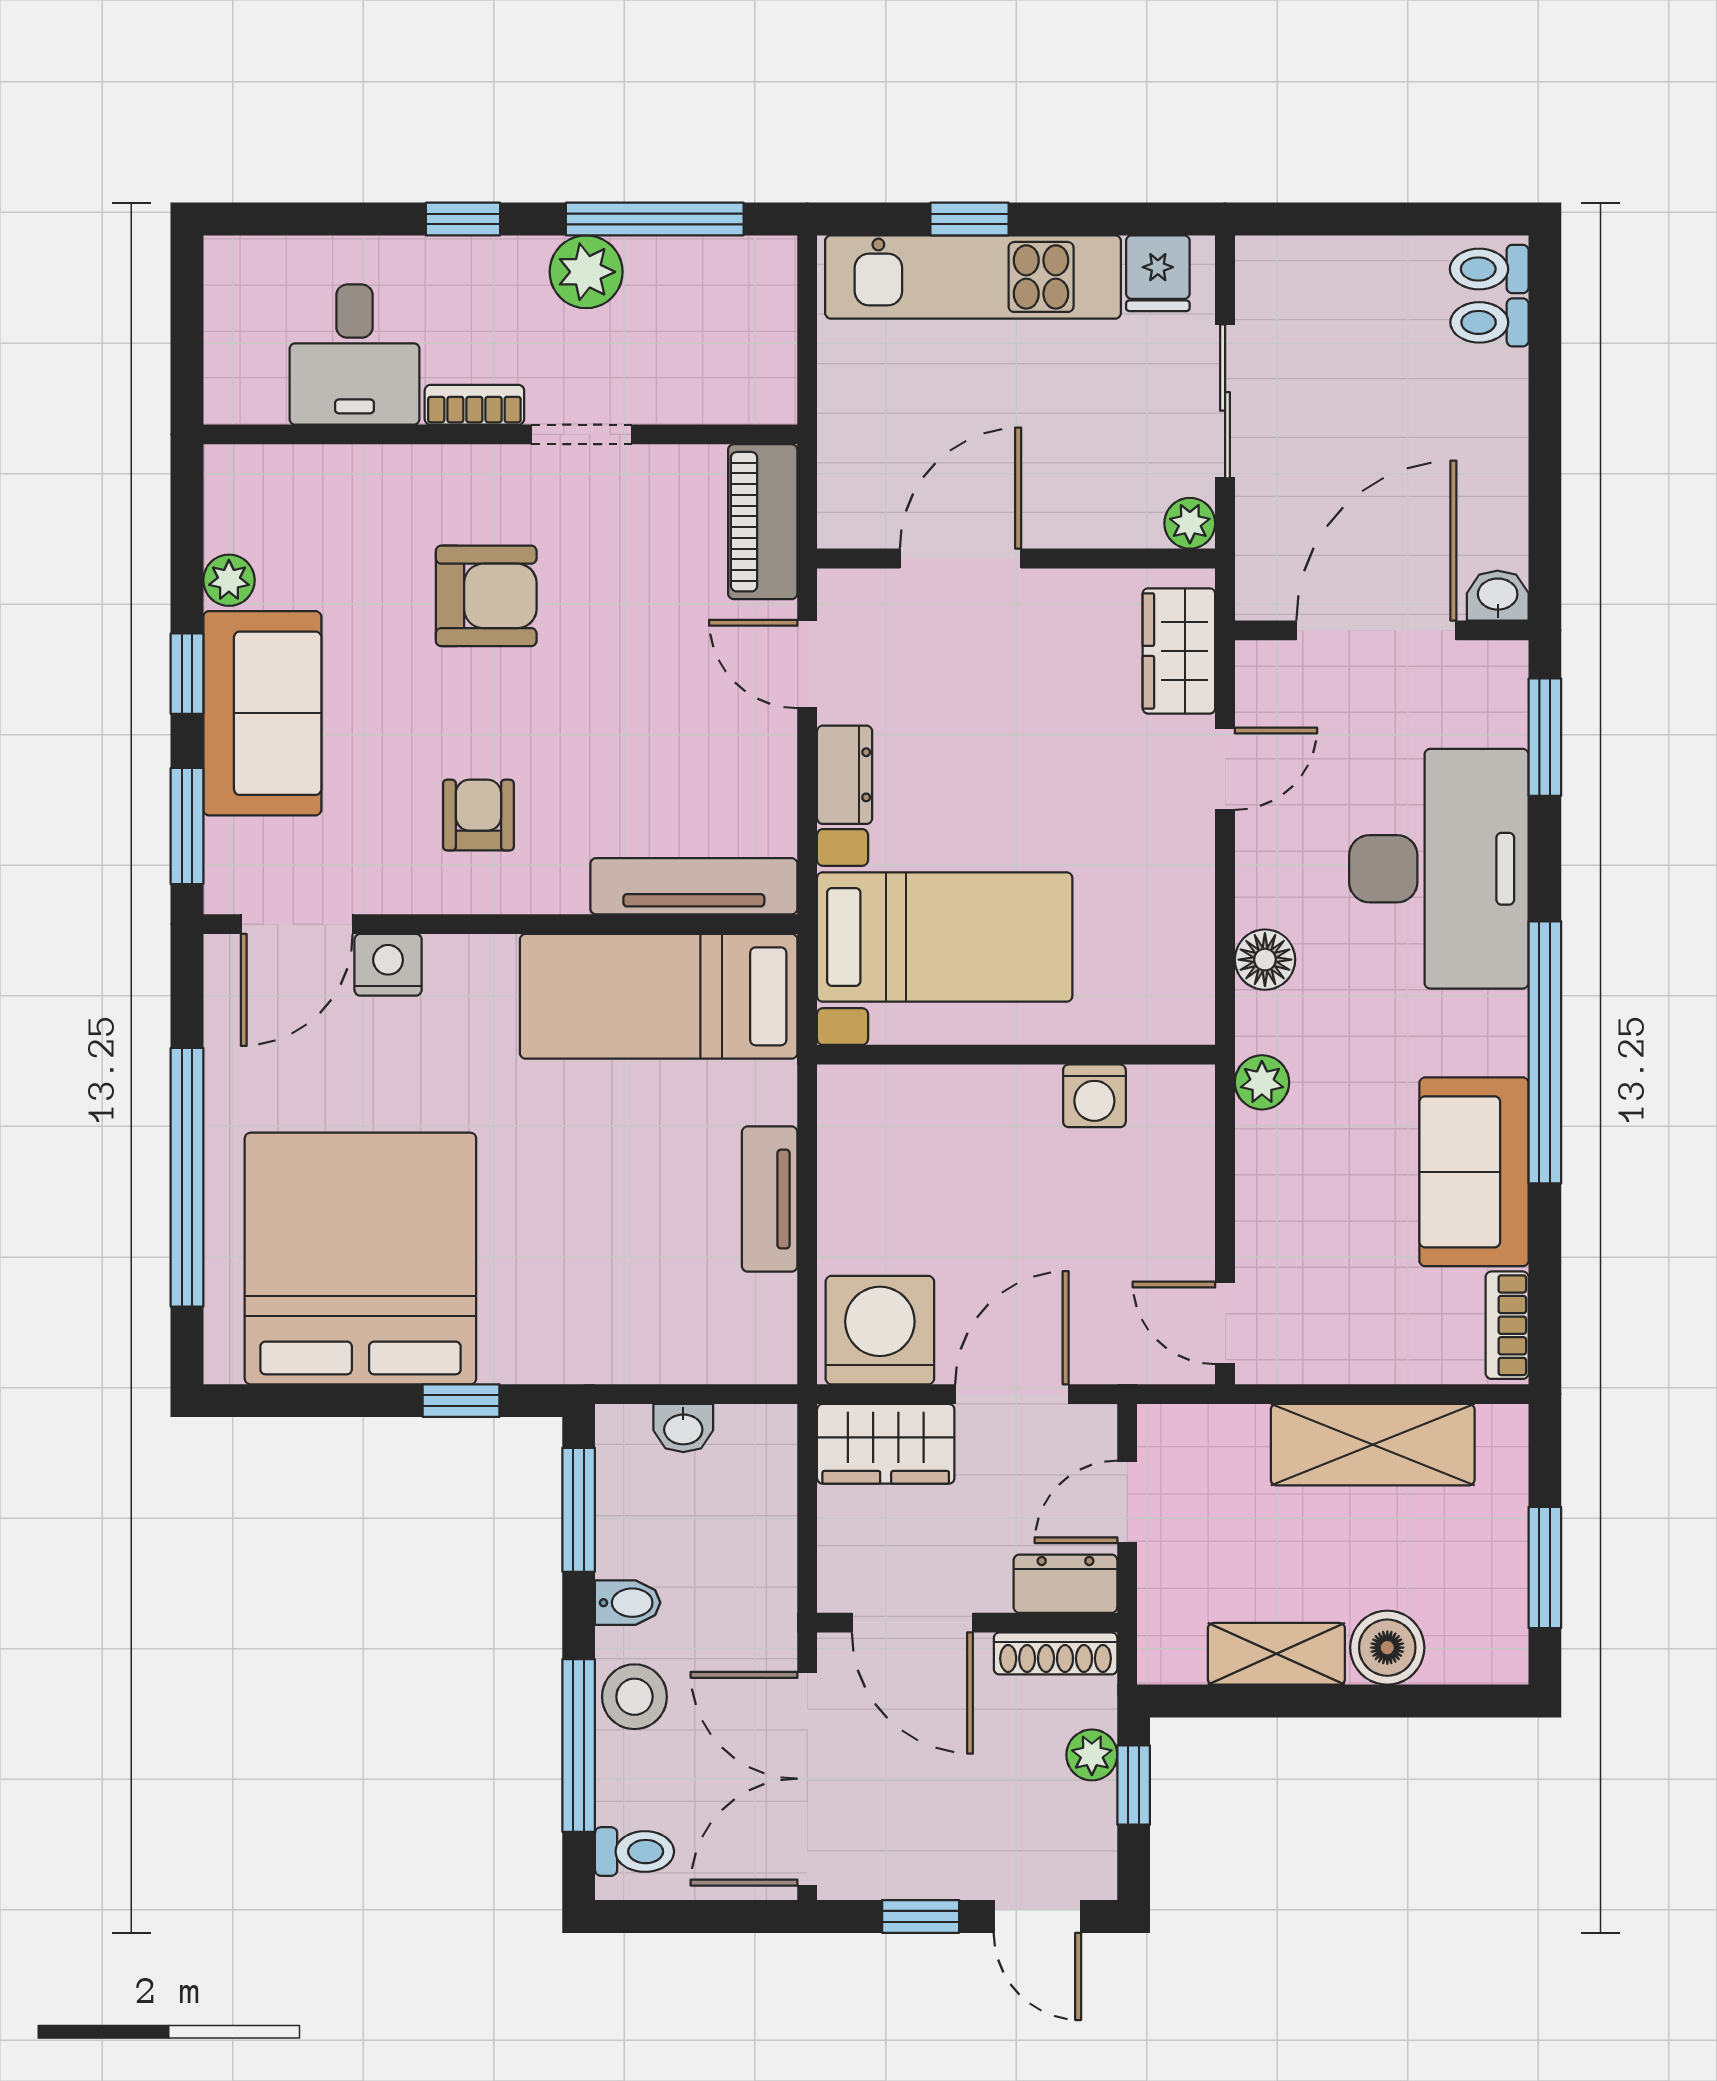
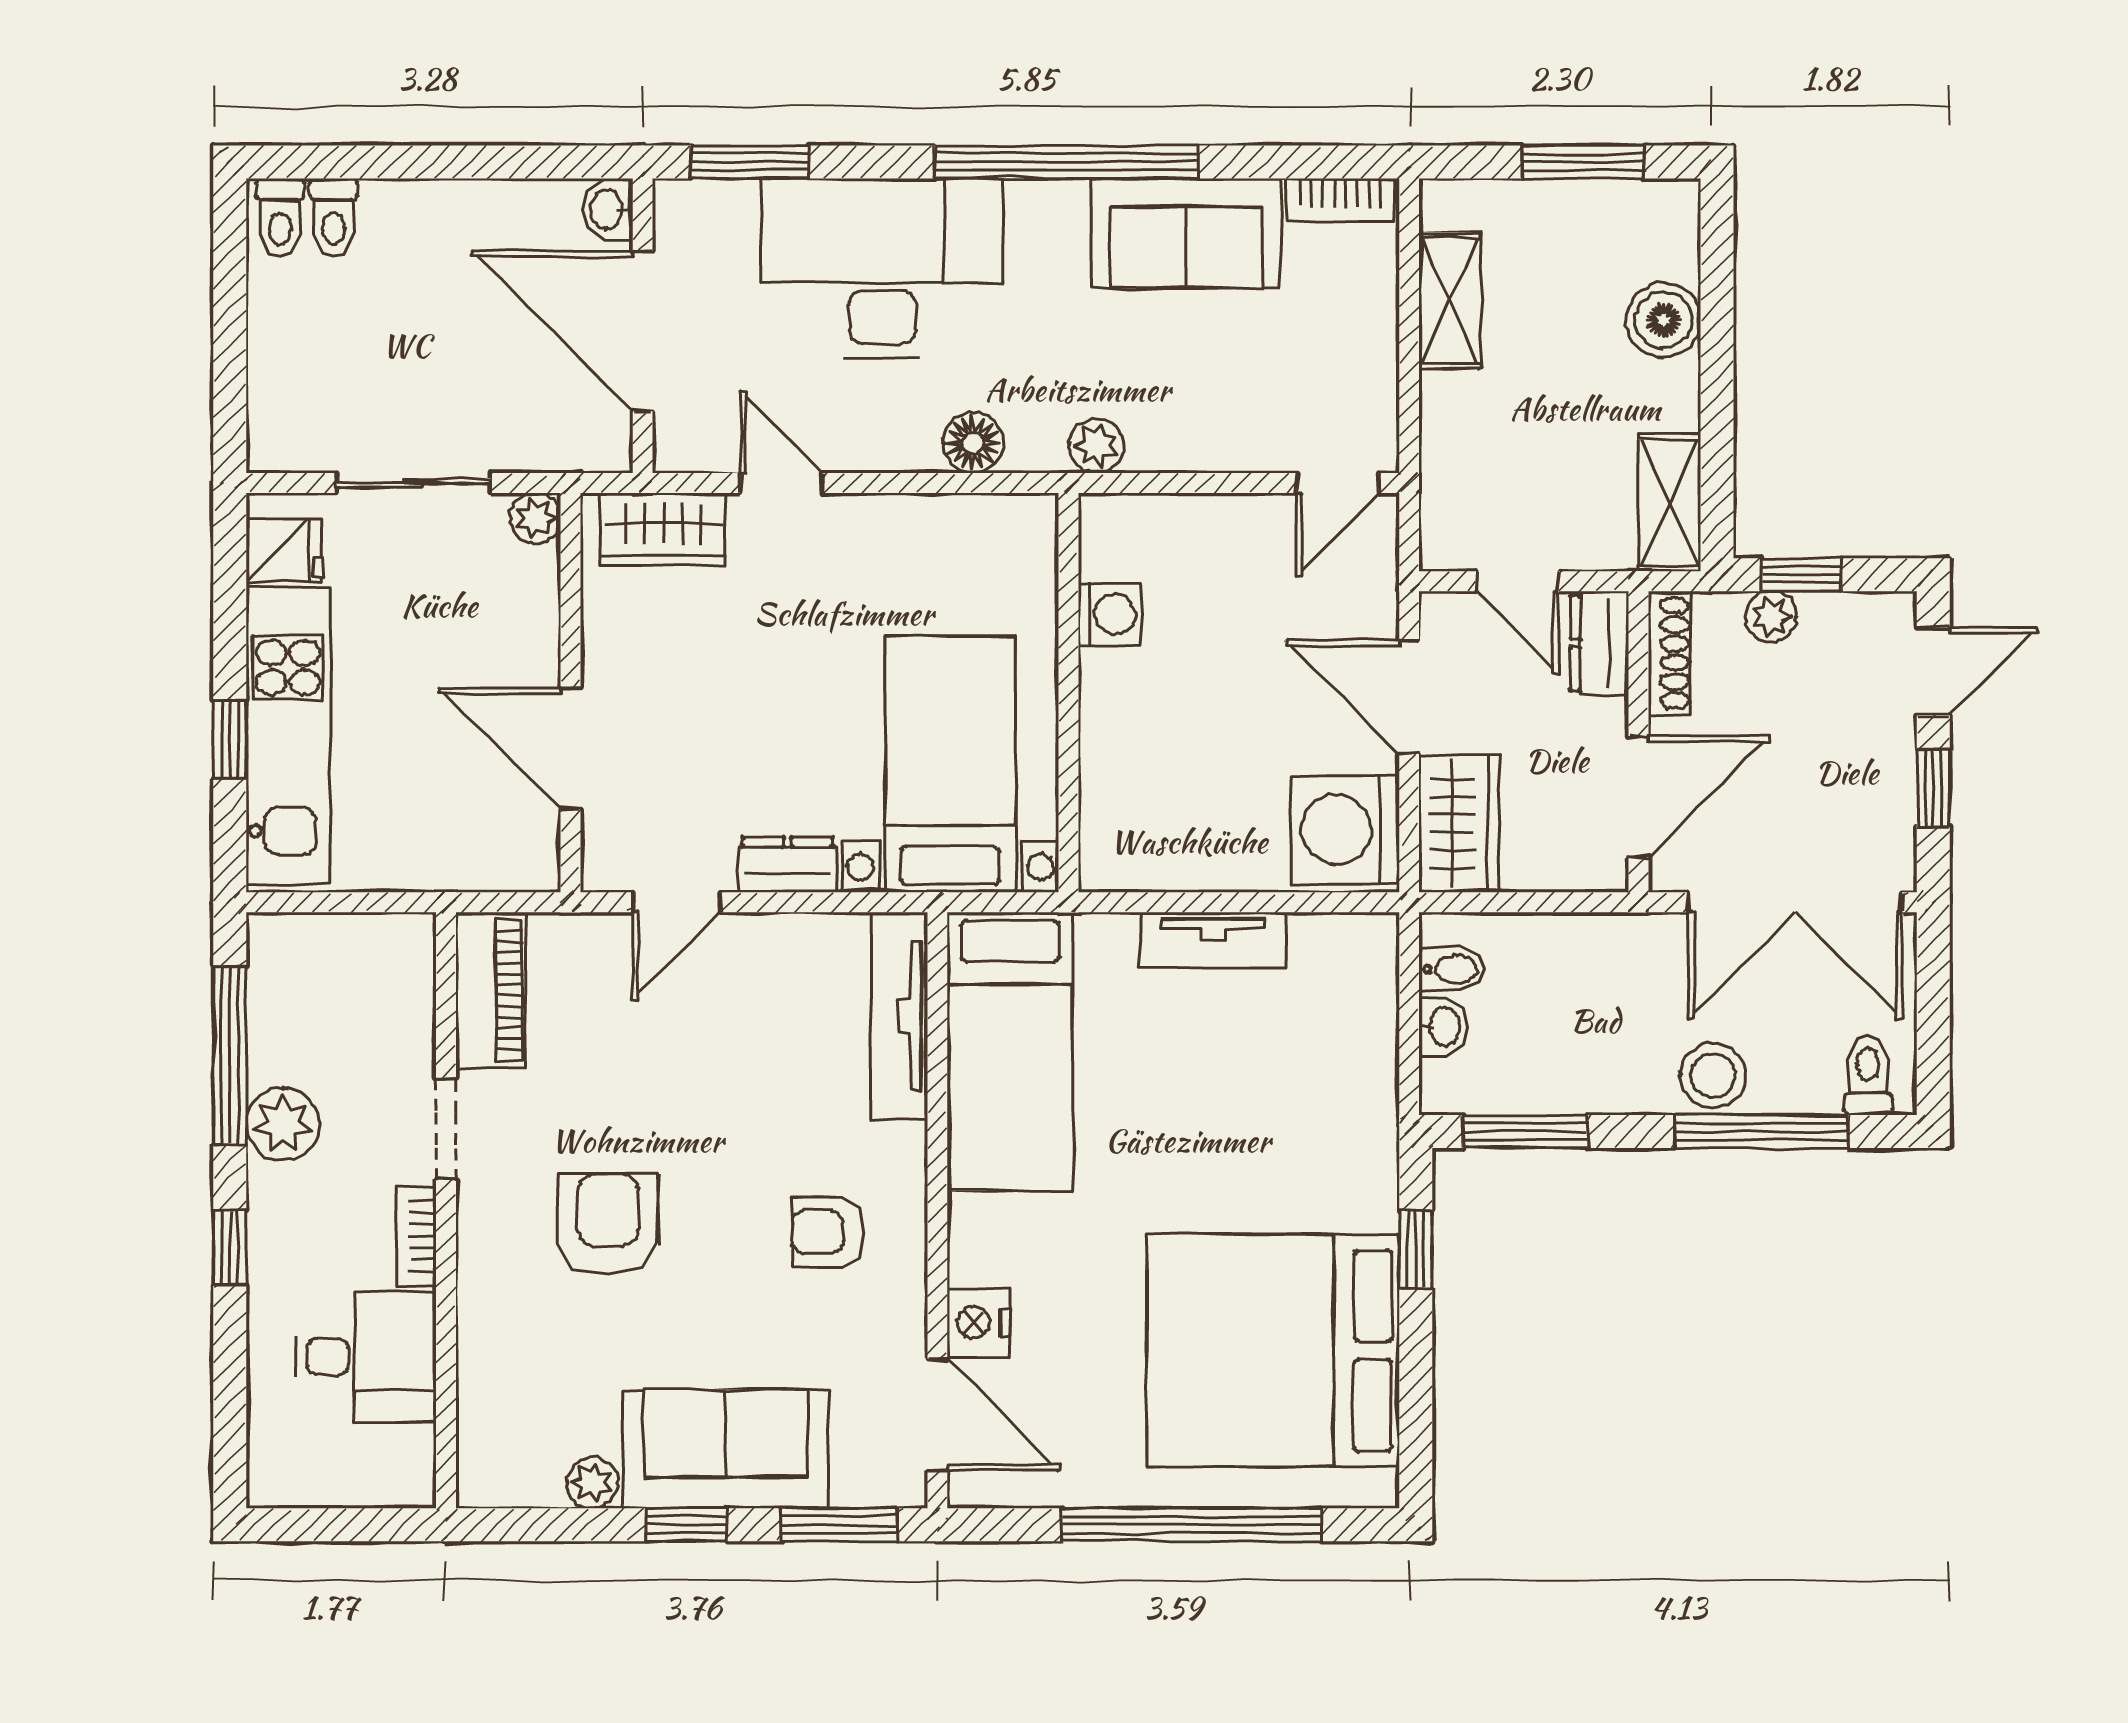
piano: (763, 522) -> (491, 990), moved, turned -90
shelving: (1373, 1445) -> (1450, 301), width x0.67, depth x0.75
bidet: (628, 1603) -> (1452, 969), moved, turned 90
shelving: (1276, 1654) -> (1670, 503), moved

